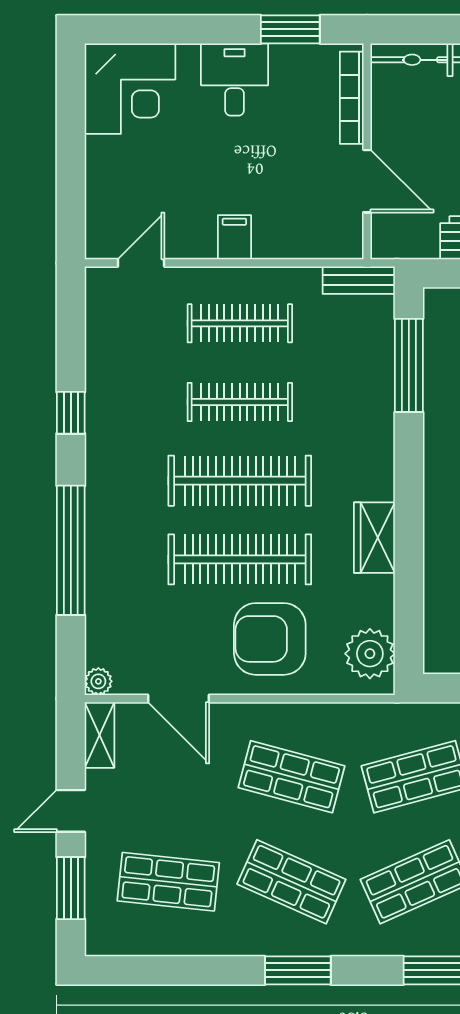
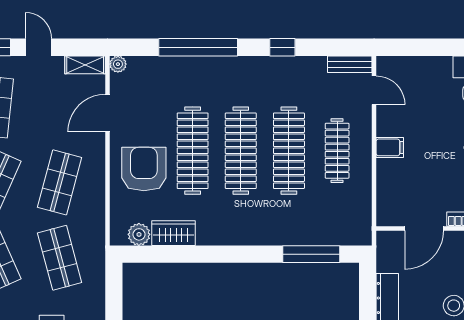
bench: (359, 280) -> (350, 64), moved, turned 90
clothes rail: (240, 402) -> (289, 151), width x1.37, depth x1.31
wardrobe: (374, 538) -> (174, 233), moved
plant: (370, 654) -> (139, 234), width x0.73, depth x0.73

